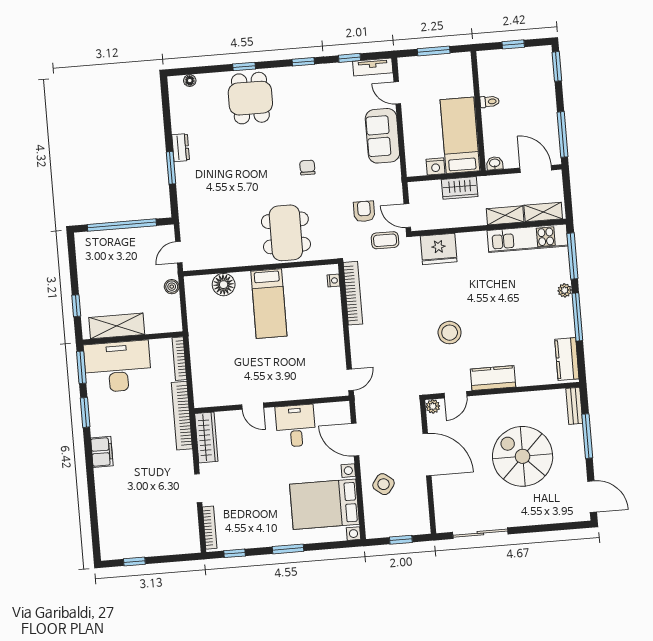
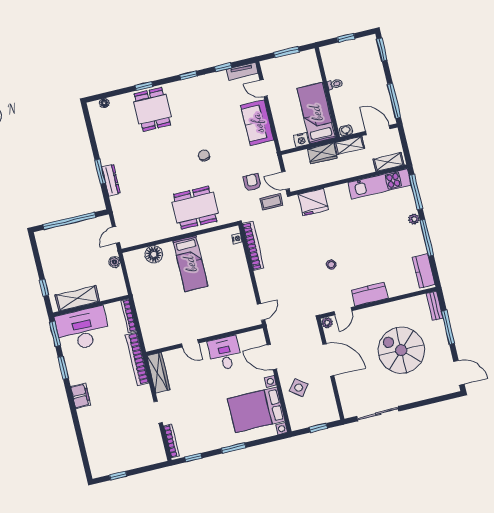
dresser: (181, 148) -> (111, 180), moved, width x1.44
shelving: (505, 215) -> (350, 145), moved
dining table: (286, 233) -> (195, 208), turned 90
stool: (450, 333) -> (331, 265), width x0.53, depth x0.53

